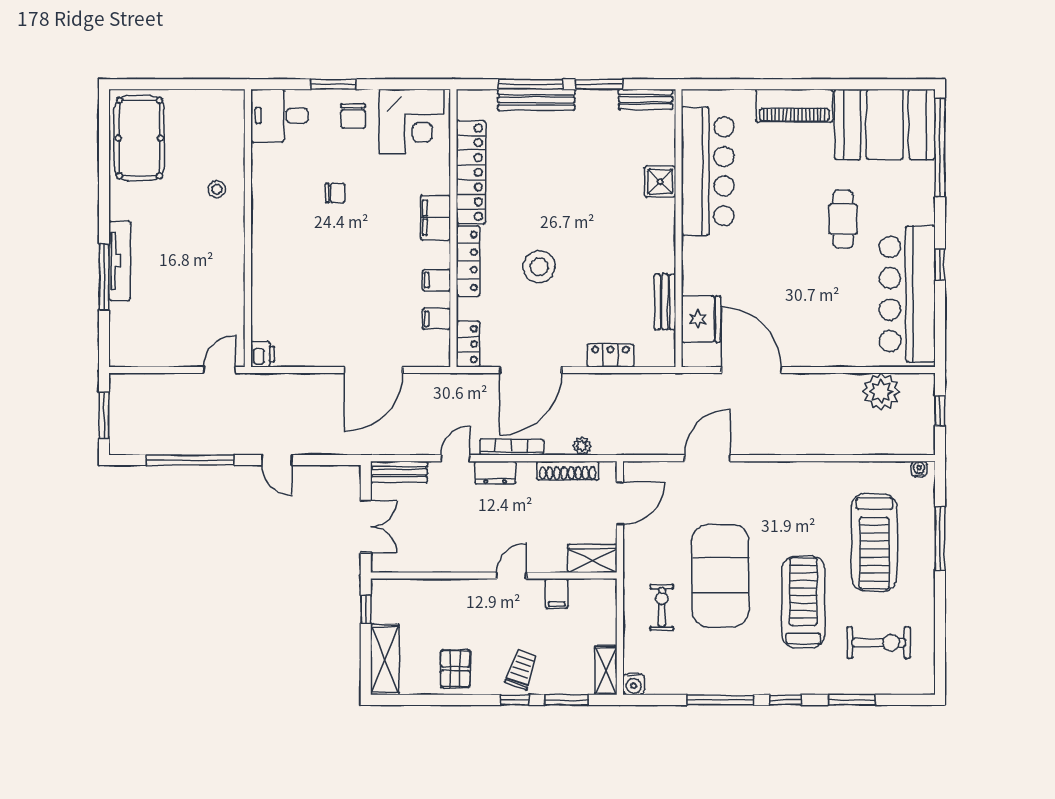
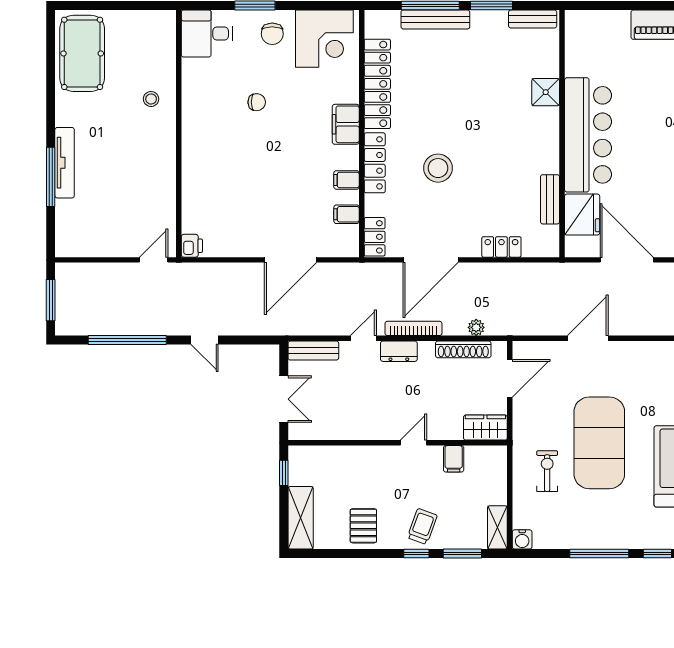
bar counter: (708, 171) -> (588, 135), moved

